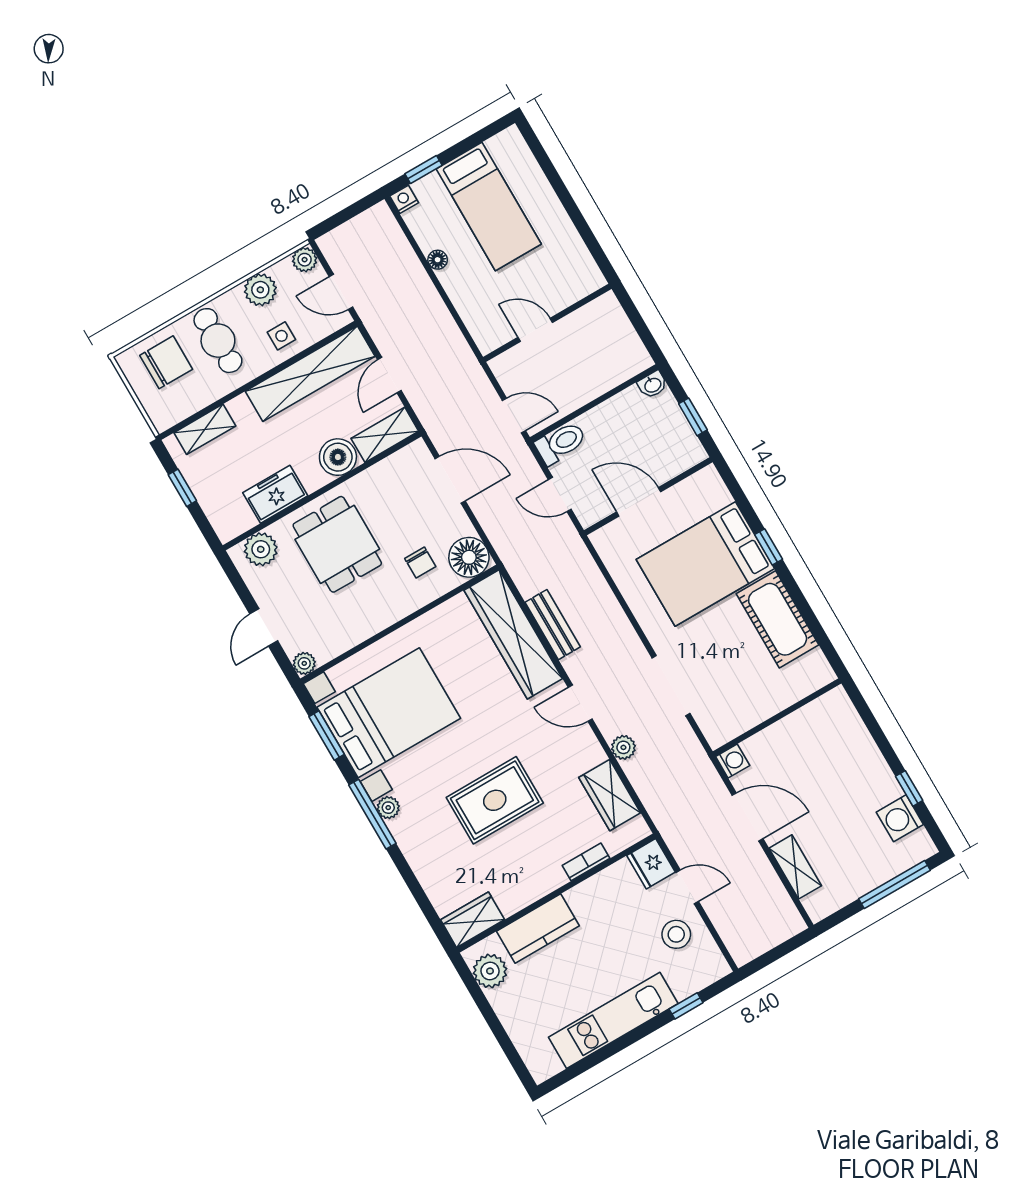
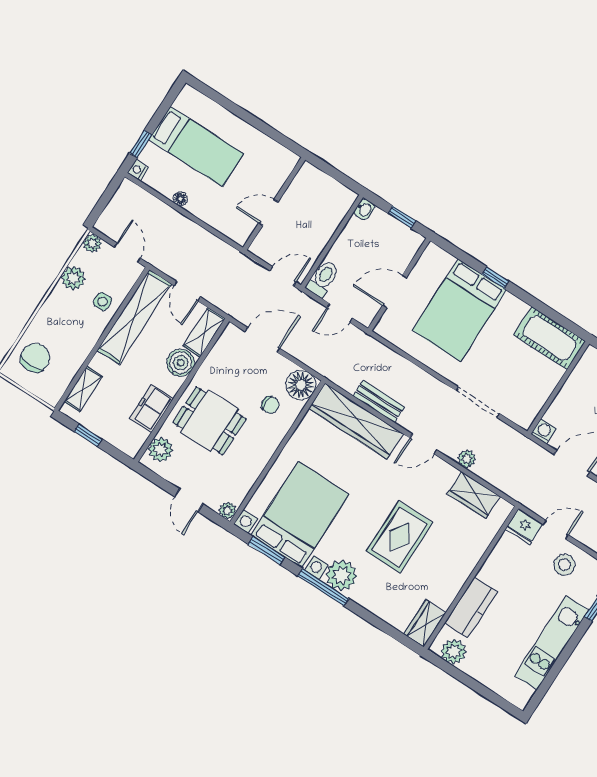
door: (341, 292) -> (127, 253), swing flipped
cafe table: (218, 341) -> (62, 326), removed
cot: (778, 619) -> (550, 338), moved
plant: (388, 808) -> (341, 575), width x1.88, depth x1.88
bookcase: (586, 862) -> (480, 547), removed

